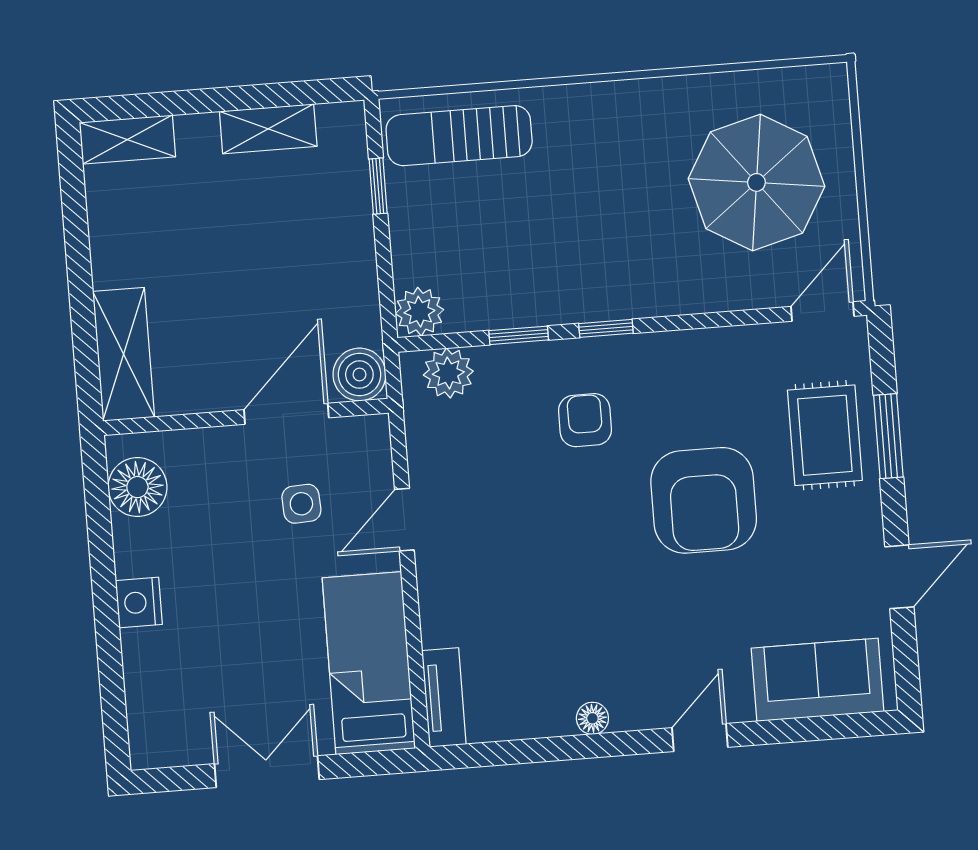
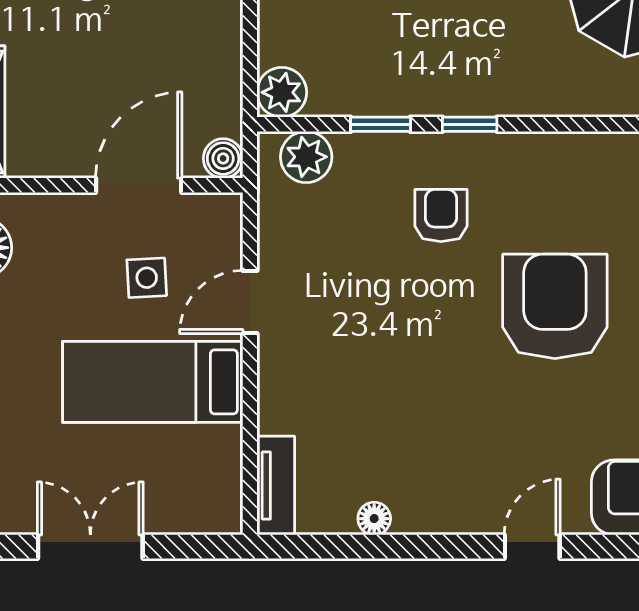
boiler: (359, 375) -> (223, 158), width x0.73, depth x0.73
armchair: (704, 500) -> (555, 306), turned 180
bed: (369, 663) -> (153, 382), moved, turned -90
floor lamp: (592, 718) -> (374, 519), moved

